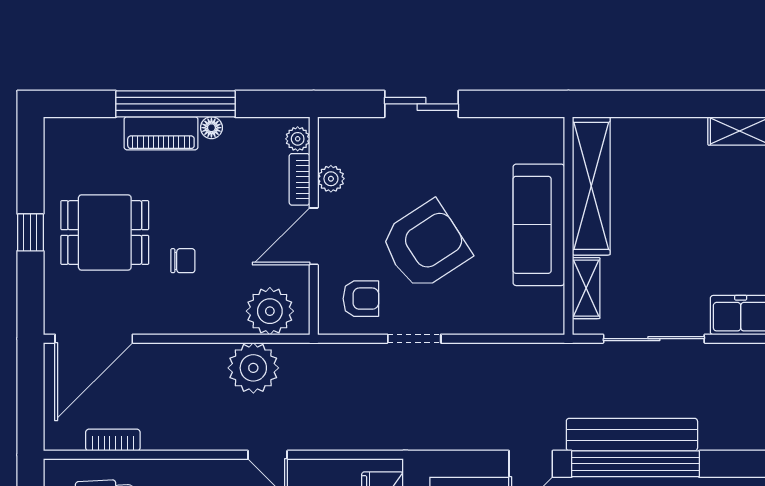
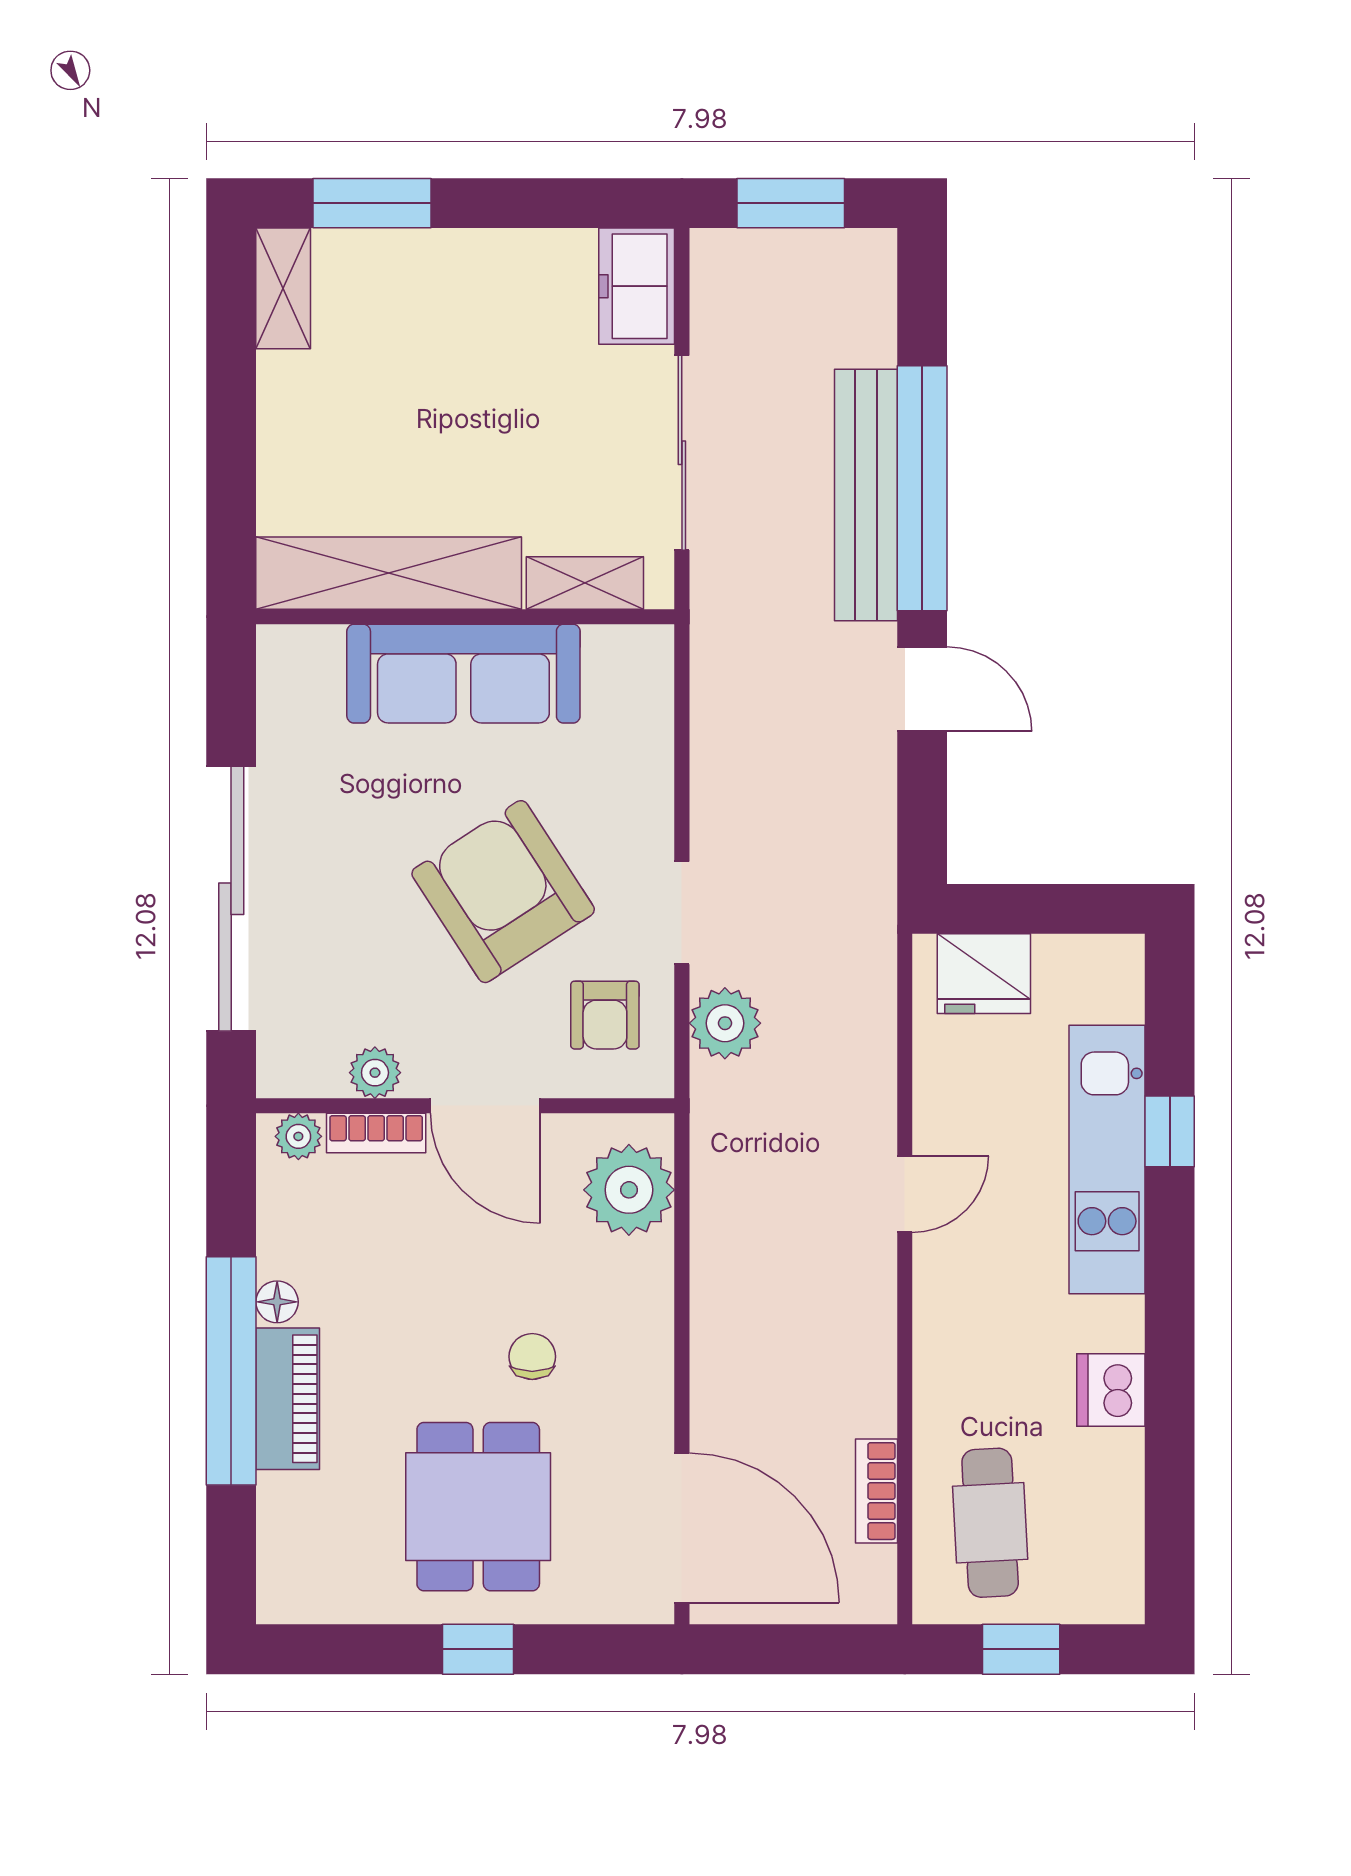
sliding door: (422, 104) -> (231, 899), width x1.86
armchair: (361, 299) -> (605, 1015), turned 180
plant: (253, 368) -> (725, 1023), moved, width x0.73, depth x0.73

